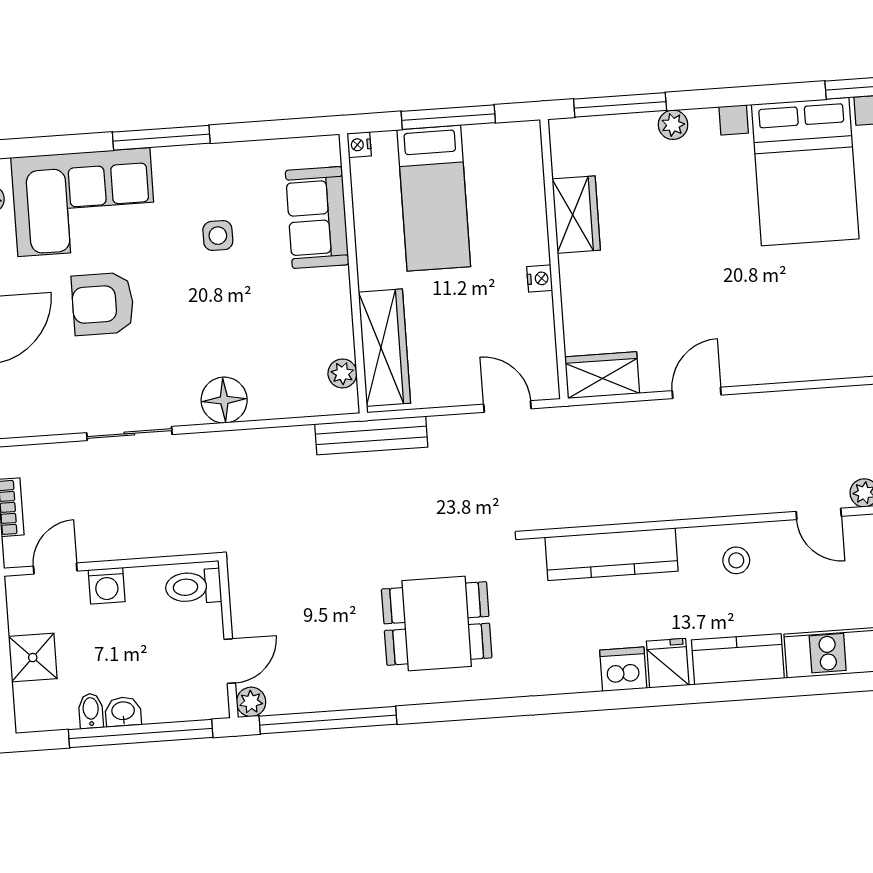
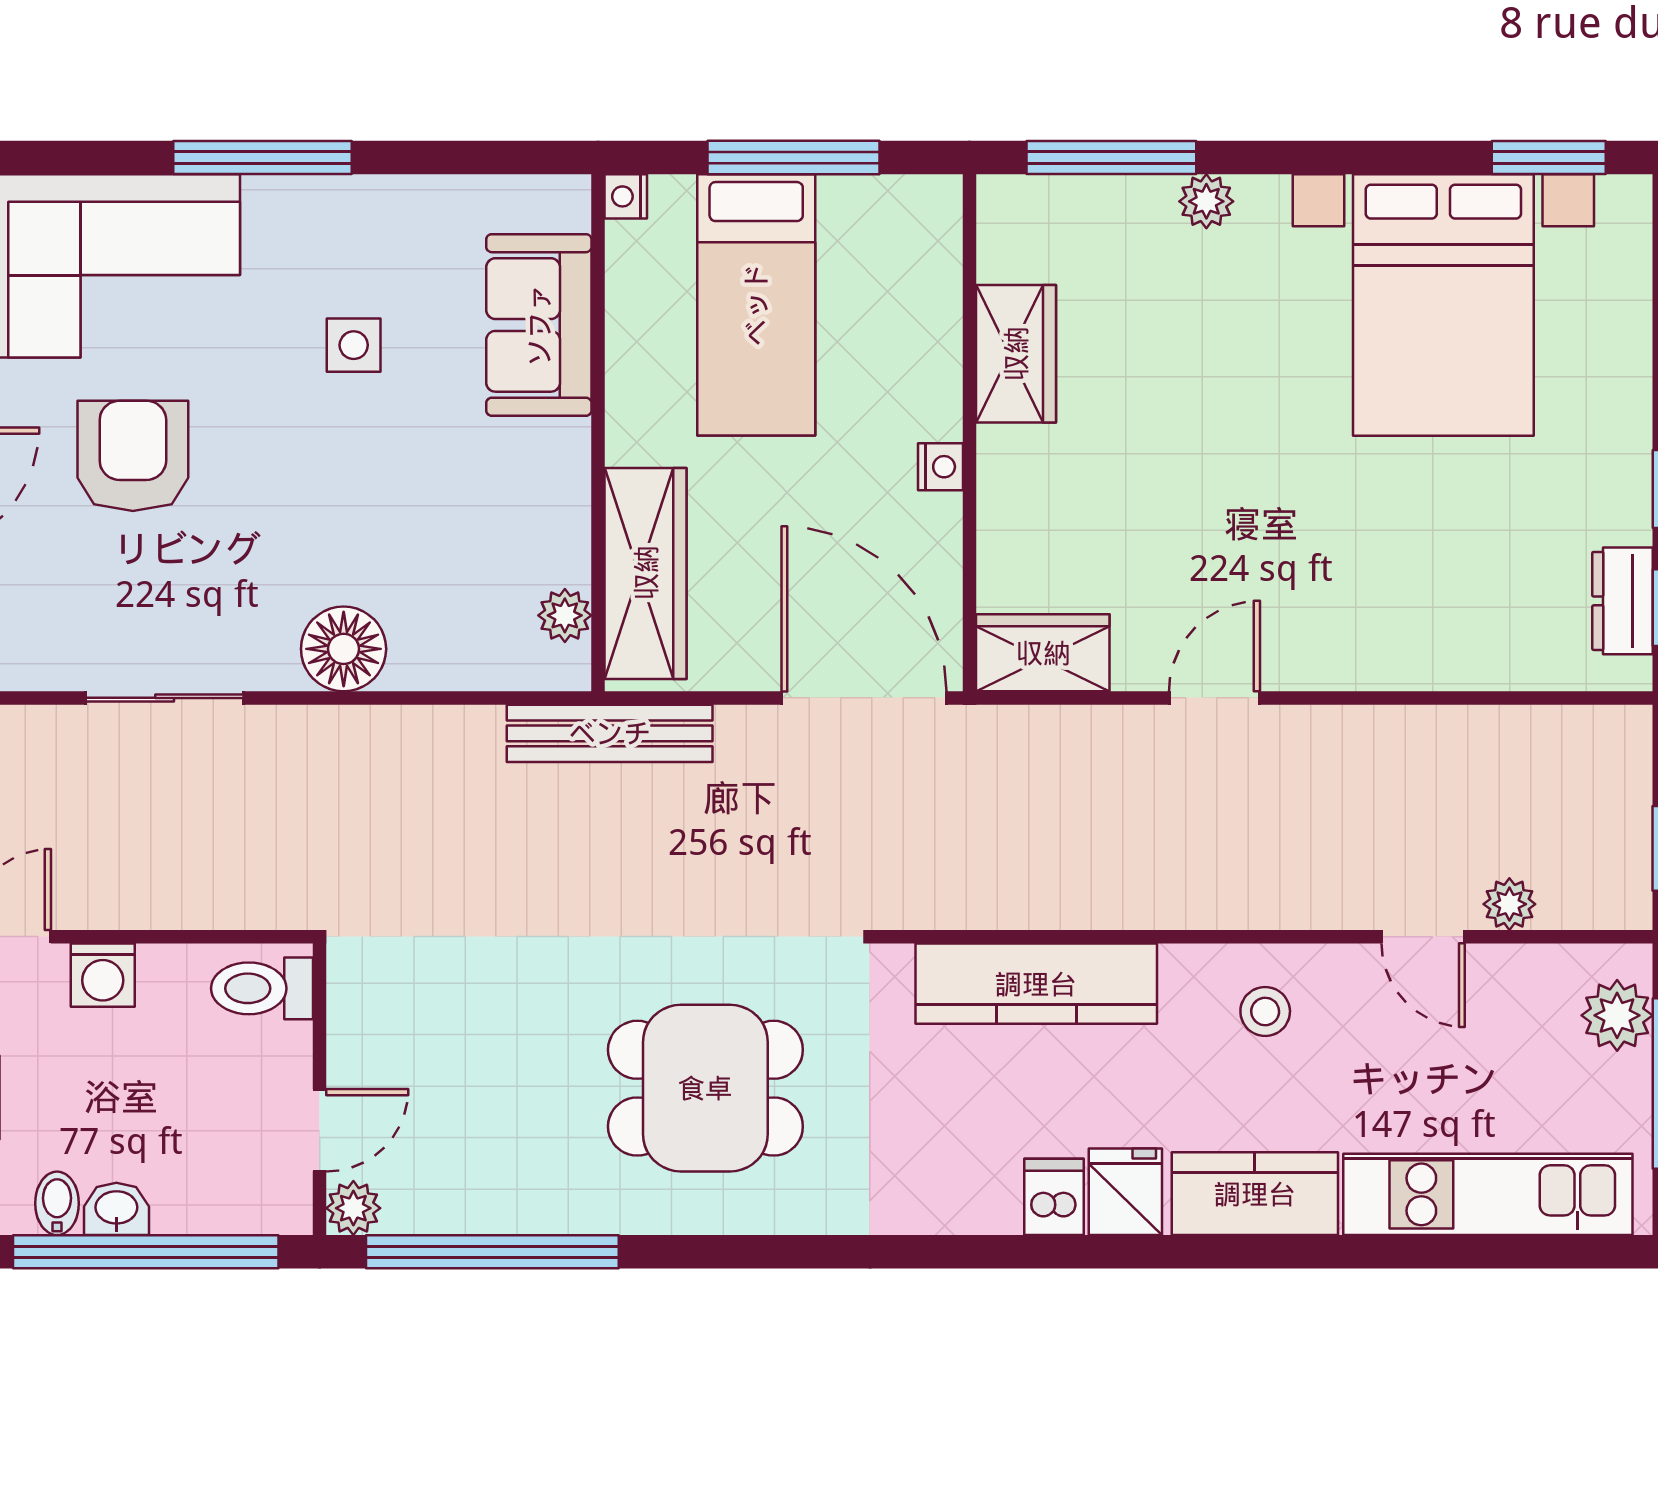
armchair: (103, 304) -> (133, 456), turned 90
door: (507, 406) -> (864, 698), width x1.88
dishwasher: (623, 669) -> (1054, 1197), width x0.73

